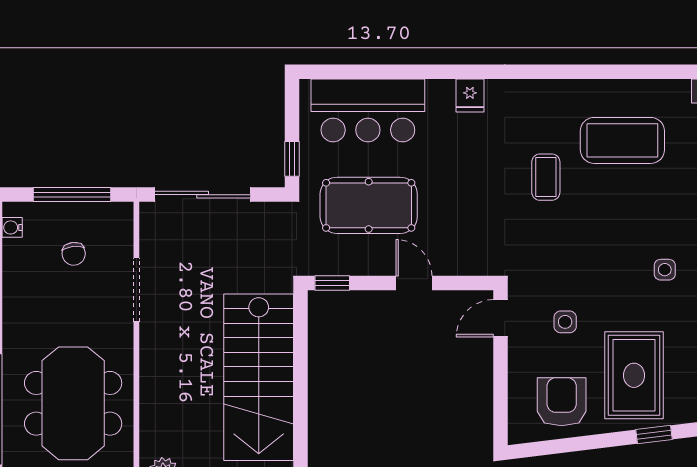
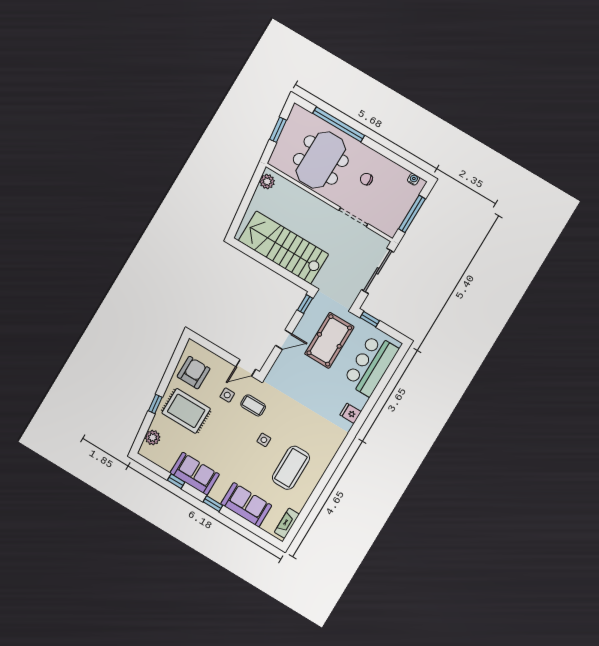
coffee table: (546, 177) -> (253, 405), moved
chair: (74, 254) -> (366, 179), moved
side table: (665, 270) -> (264, 440), moved
door: (500, 318) -> (246, 368), swing flipped
armchair: (562, 402) -> (194, 373), turned -90
meeting table: (73, 403) -> (321, 160), turned 90

